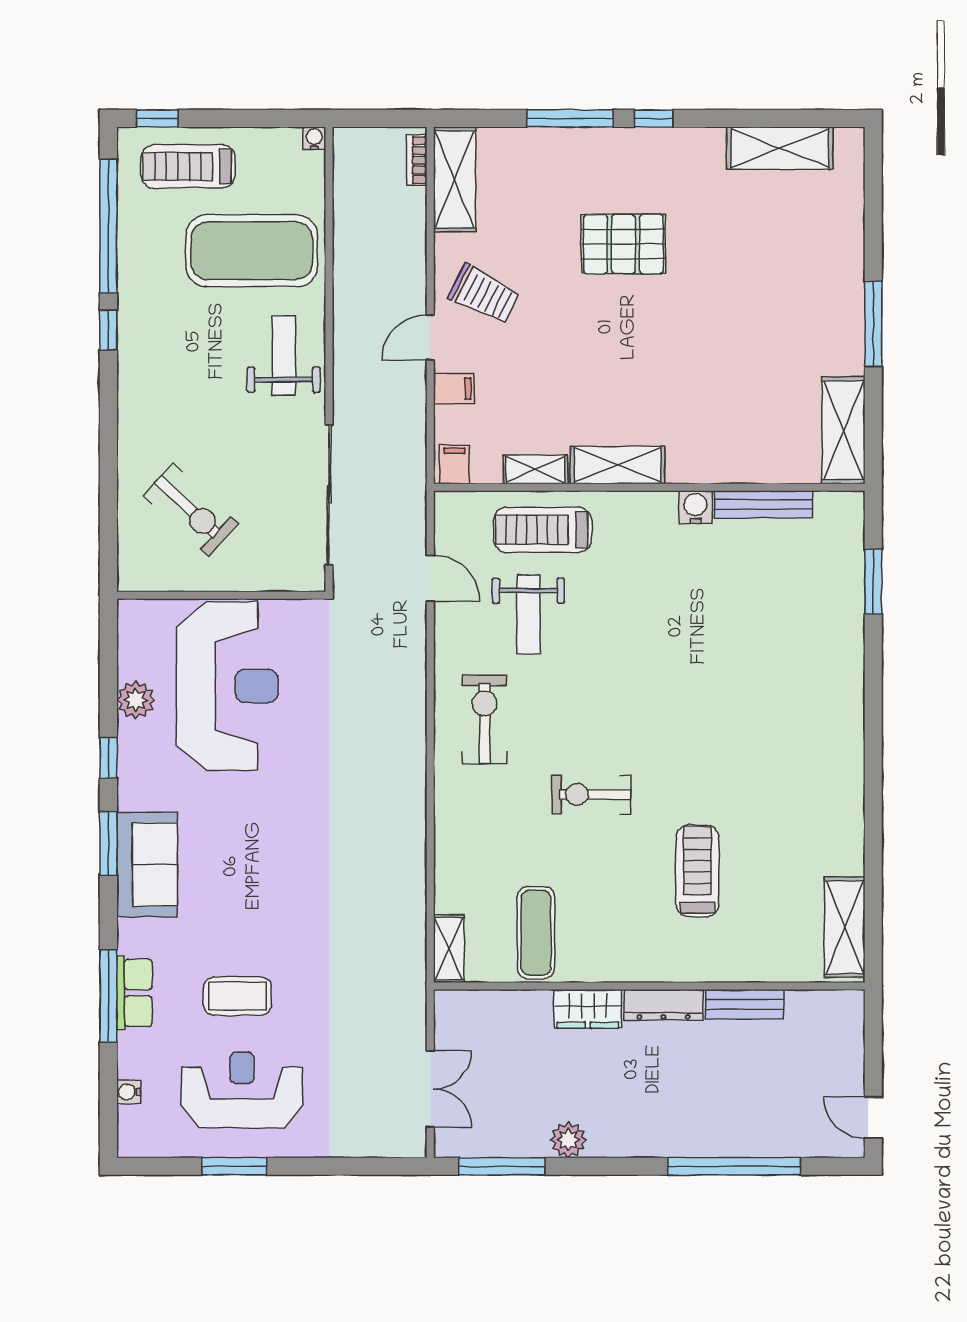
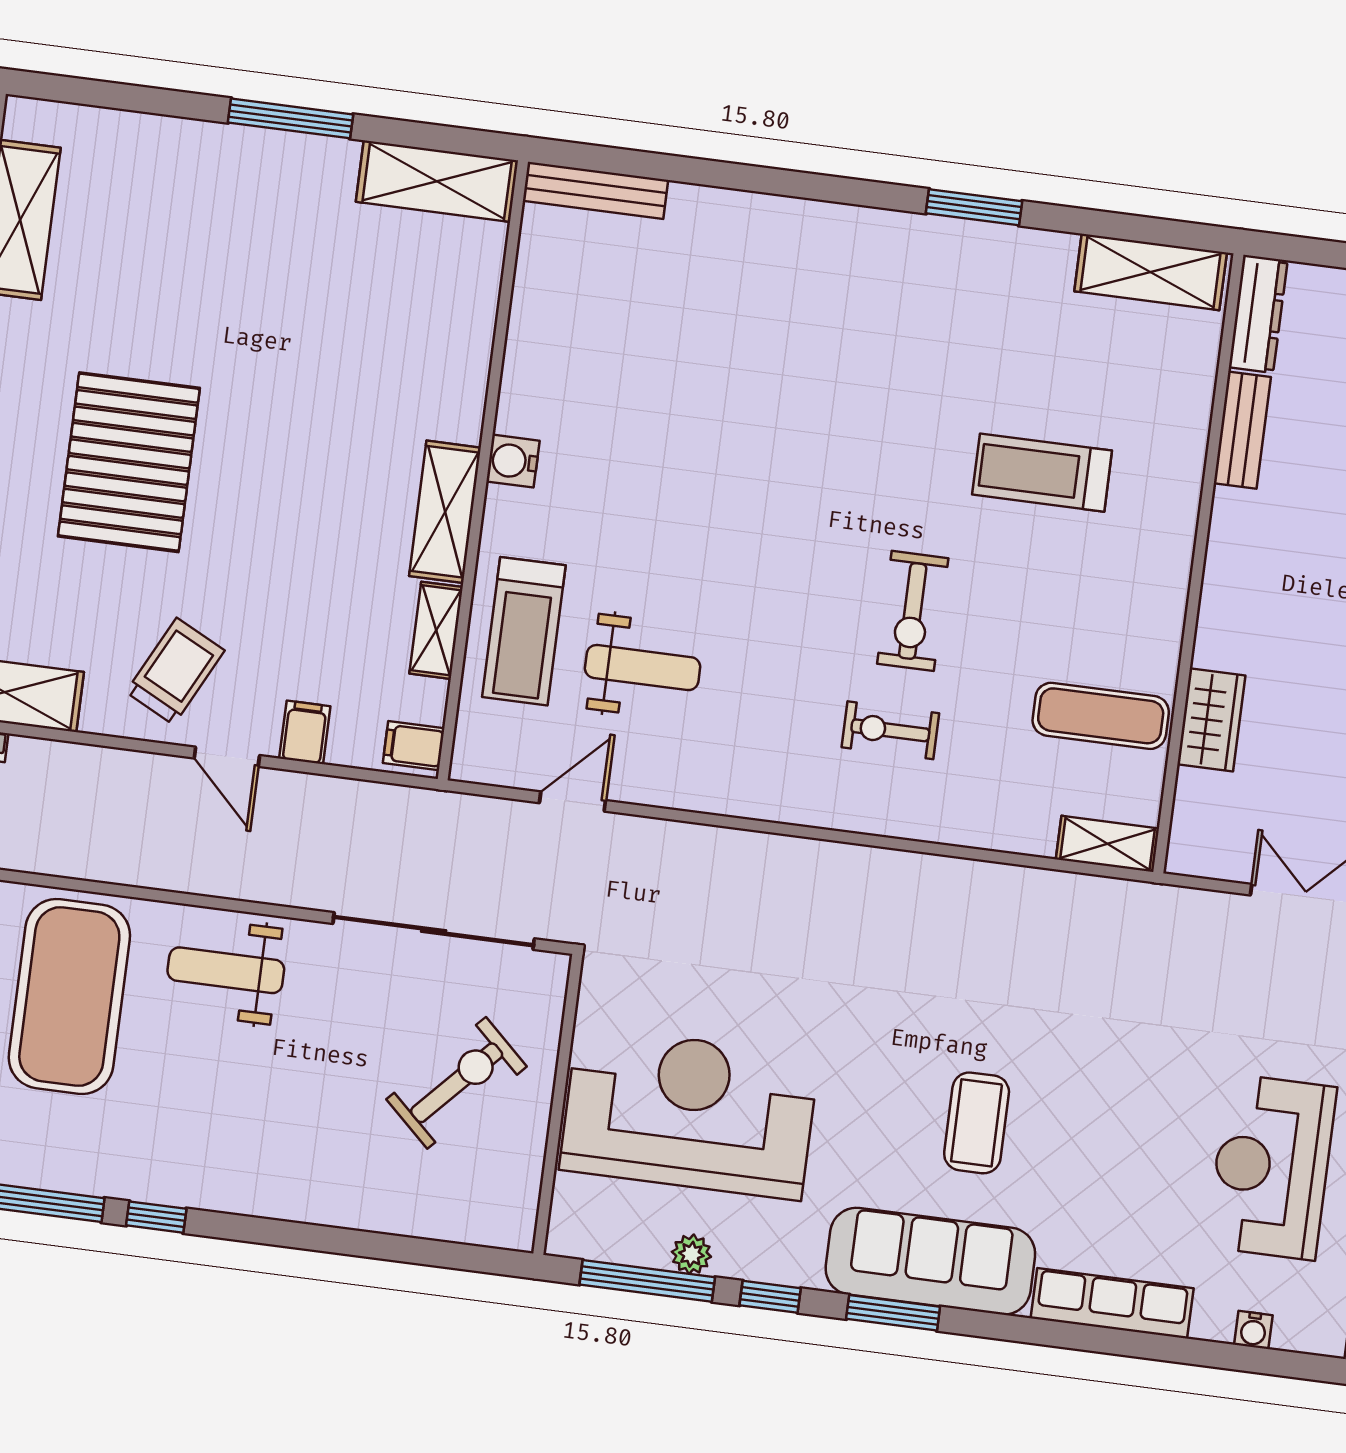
pallet: (623, 244) -> (129, 462), width x1.37, depth x1.41
bench: (763, 504) -> (595, 190), moved, turned 90
water cooler: (695, 507) -> (513, 461), moved
exercise bike: (191, 510) -> (457, 1083), moved
window: (873, 582) -> (974, 207), moved
plant: (136, 700) -> (691, 1254), width x0.73, depth x0.73
exercise bike: (484, 719) -> (890, 730), moved, width x0.73, depth x0.72
sofa: (147, 864) -> (930, 1261), width x1.36
row of seats: (134, 993) -> (1112, 1303), width x1.48
window: (108, 996) -> (647, 1281), moved
coffee table: (237, 996) -> (977, 1123), moved
dresser: (663, 1005) -> (1258, 314), moved
wardrobe: (588, 1009) -> (1211, 720), moved

